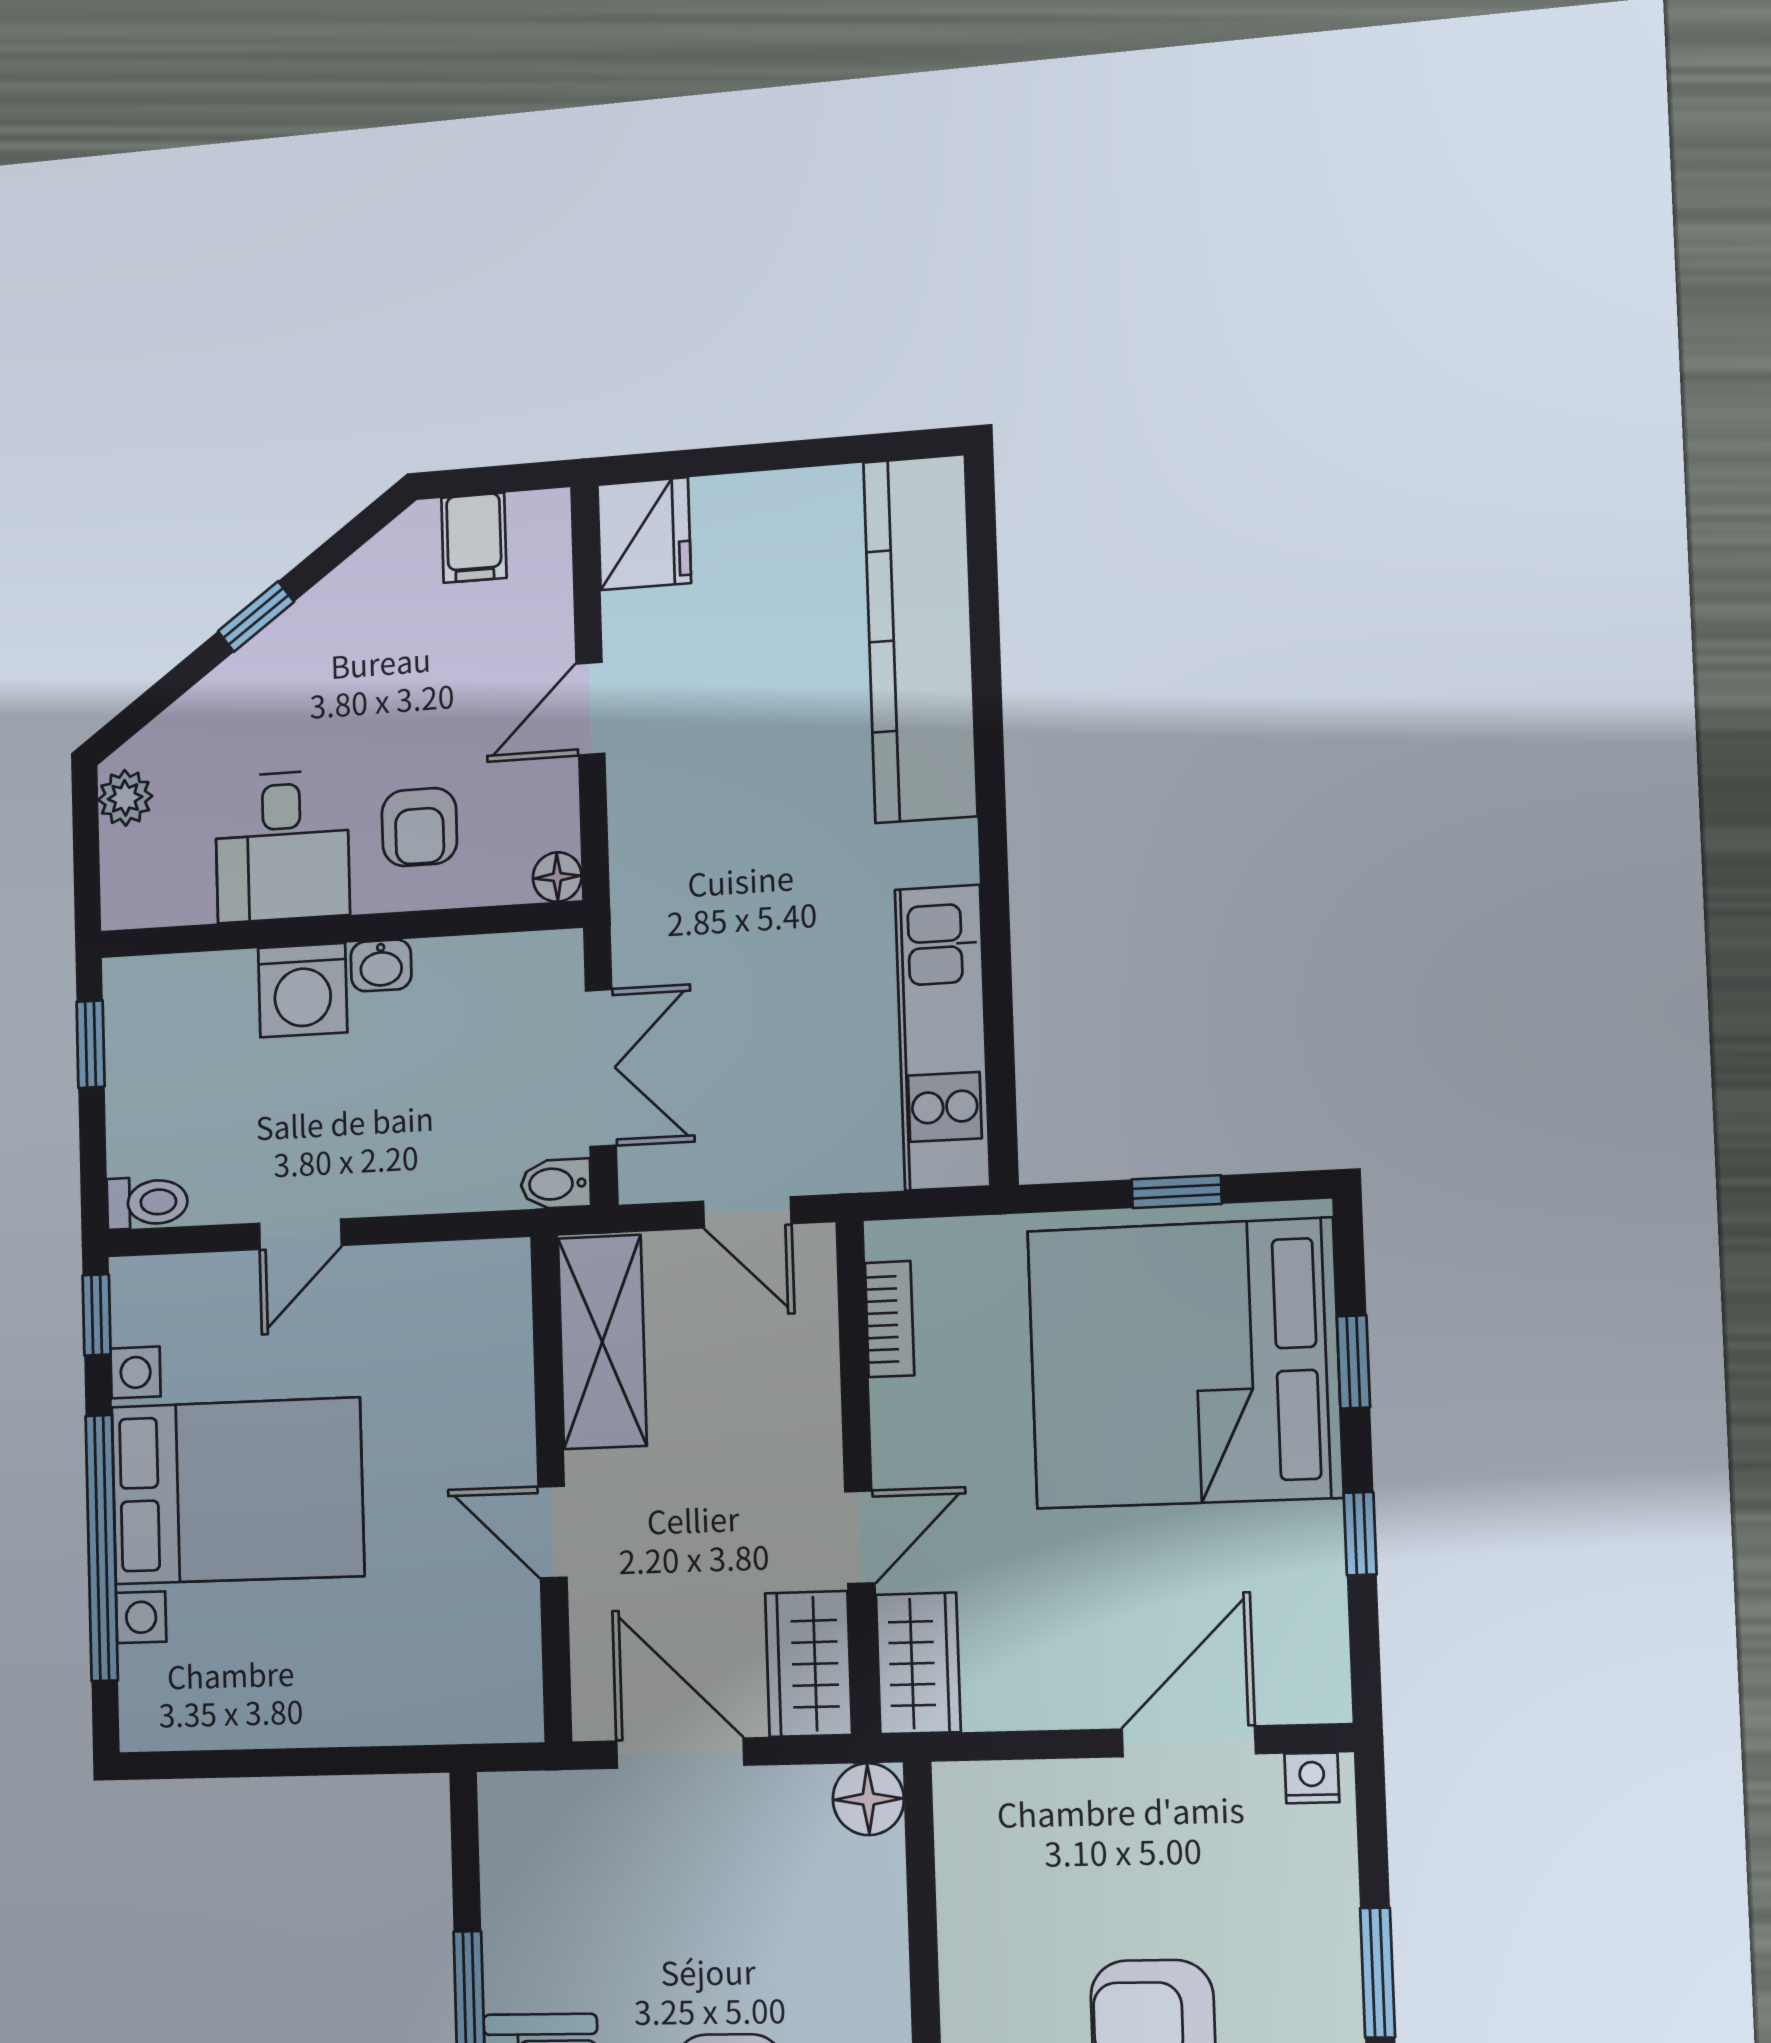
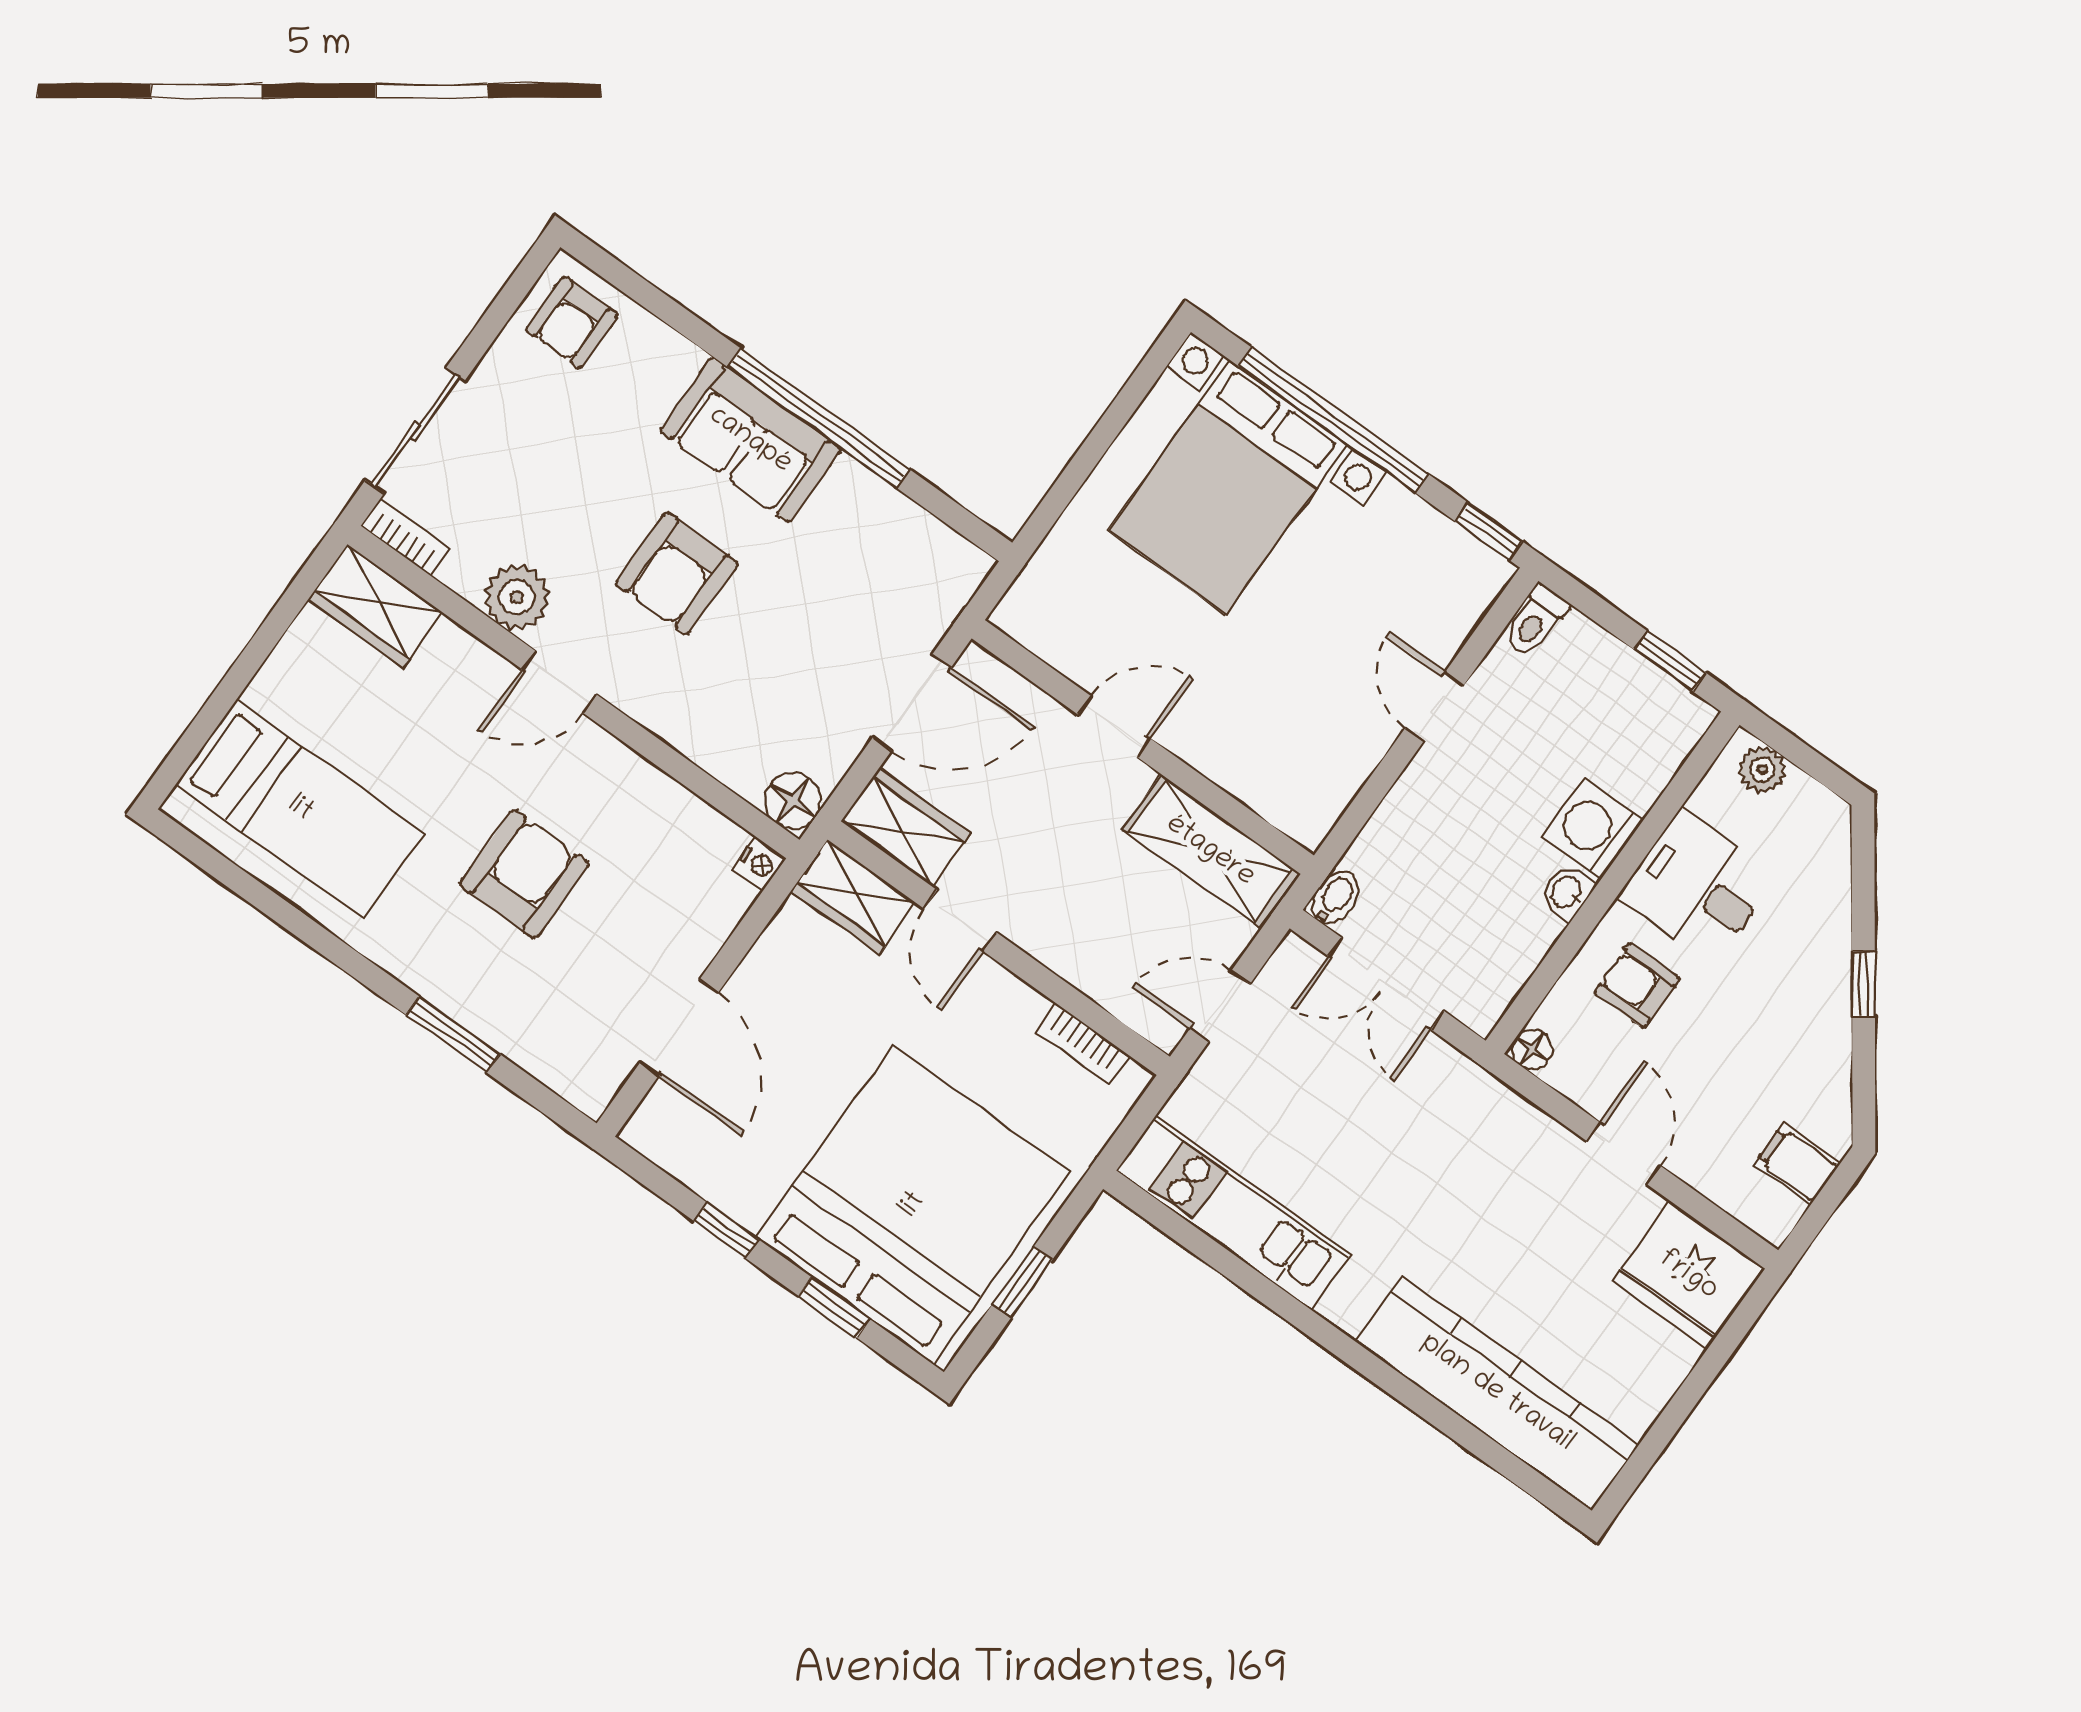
fridge: (644, 534) -> (1688, 1275), width x1.36, depth x1.34
plant: (125, 798) -> (1762, 770), moved
bed with nightstands: (237, 1491) -> (1228, 487), moved
nightstand: (1312, 1778) -> (759, 864), moved

